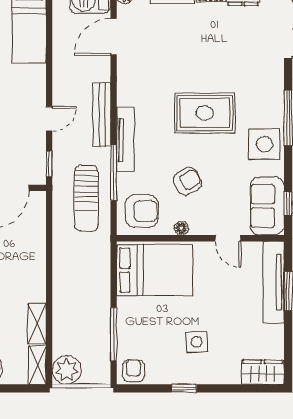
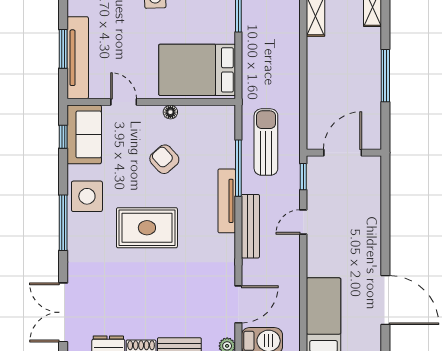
armchair: (187, 181) -> (164, 159), turned 77
armchair: (142, 211) -> (210, 129), removed

